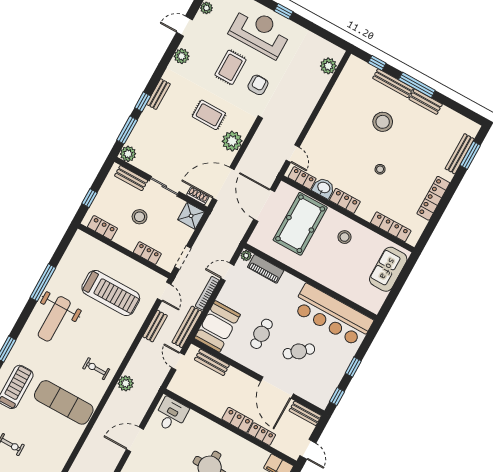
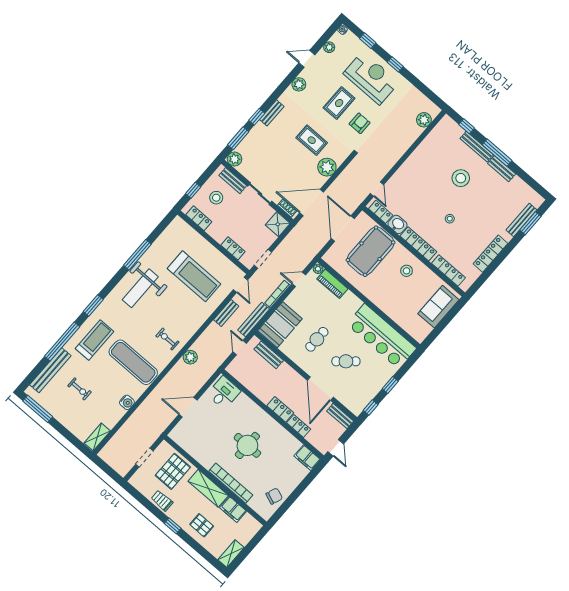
locker: (345, 201) -> (418, 244), width x1.53
stool: (140, 217) -> (216, 198), moved
water cooler: (66, 448) -> (127, 402), added

